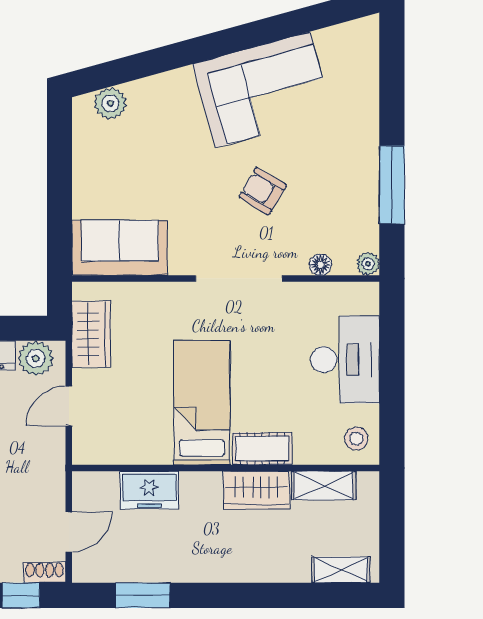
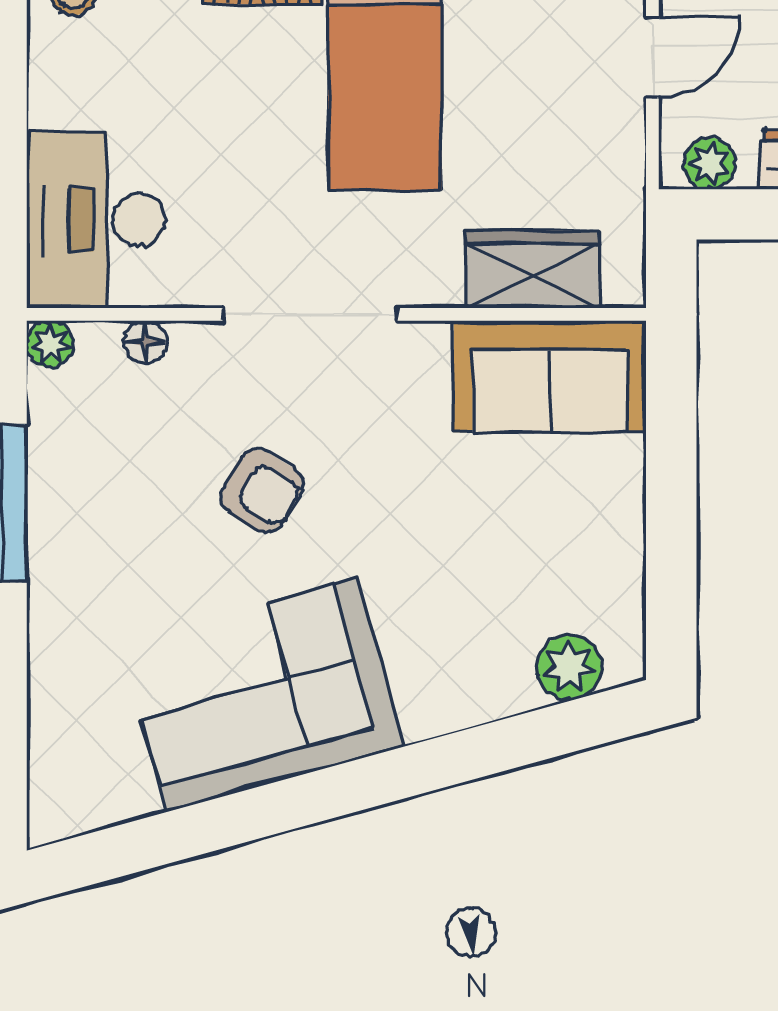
wardrobe: (91, 334) -> (533, 269), moved, turned 90
plant: (36, 358) -> (709, 163), width x0.73, depth x0.73
desk: (345, 360) -> (96, 220), moved

